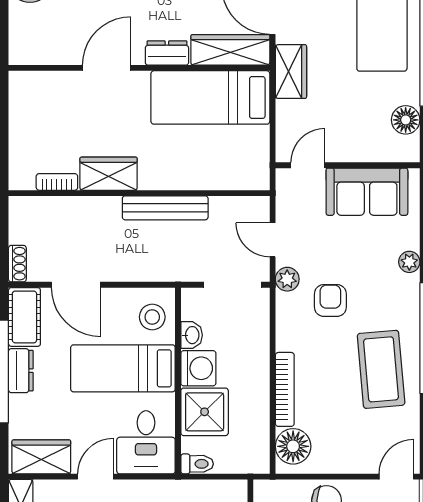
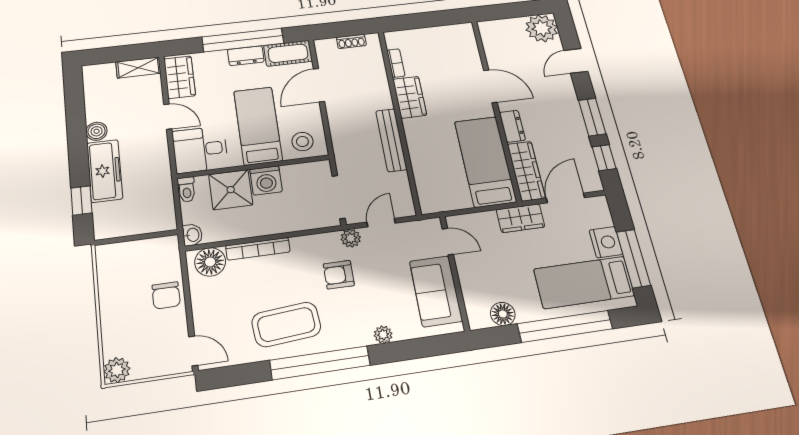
shoe rack: (17, 264) -> (351, 41), moved
armchair: (330, 300) -> (339, 275), turned 180
washbasin: (192, 335) -> (192, 235), moved, turned -90

